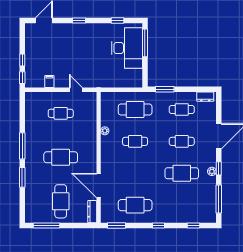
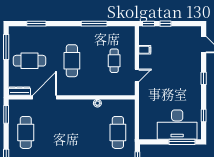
cafe table: (135, 141) -> (87, 132), removed
window: (22, 146) -> (94, 24), moved
window: (22, 177) -> (36, 24), moved

